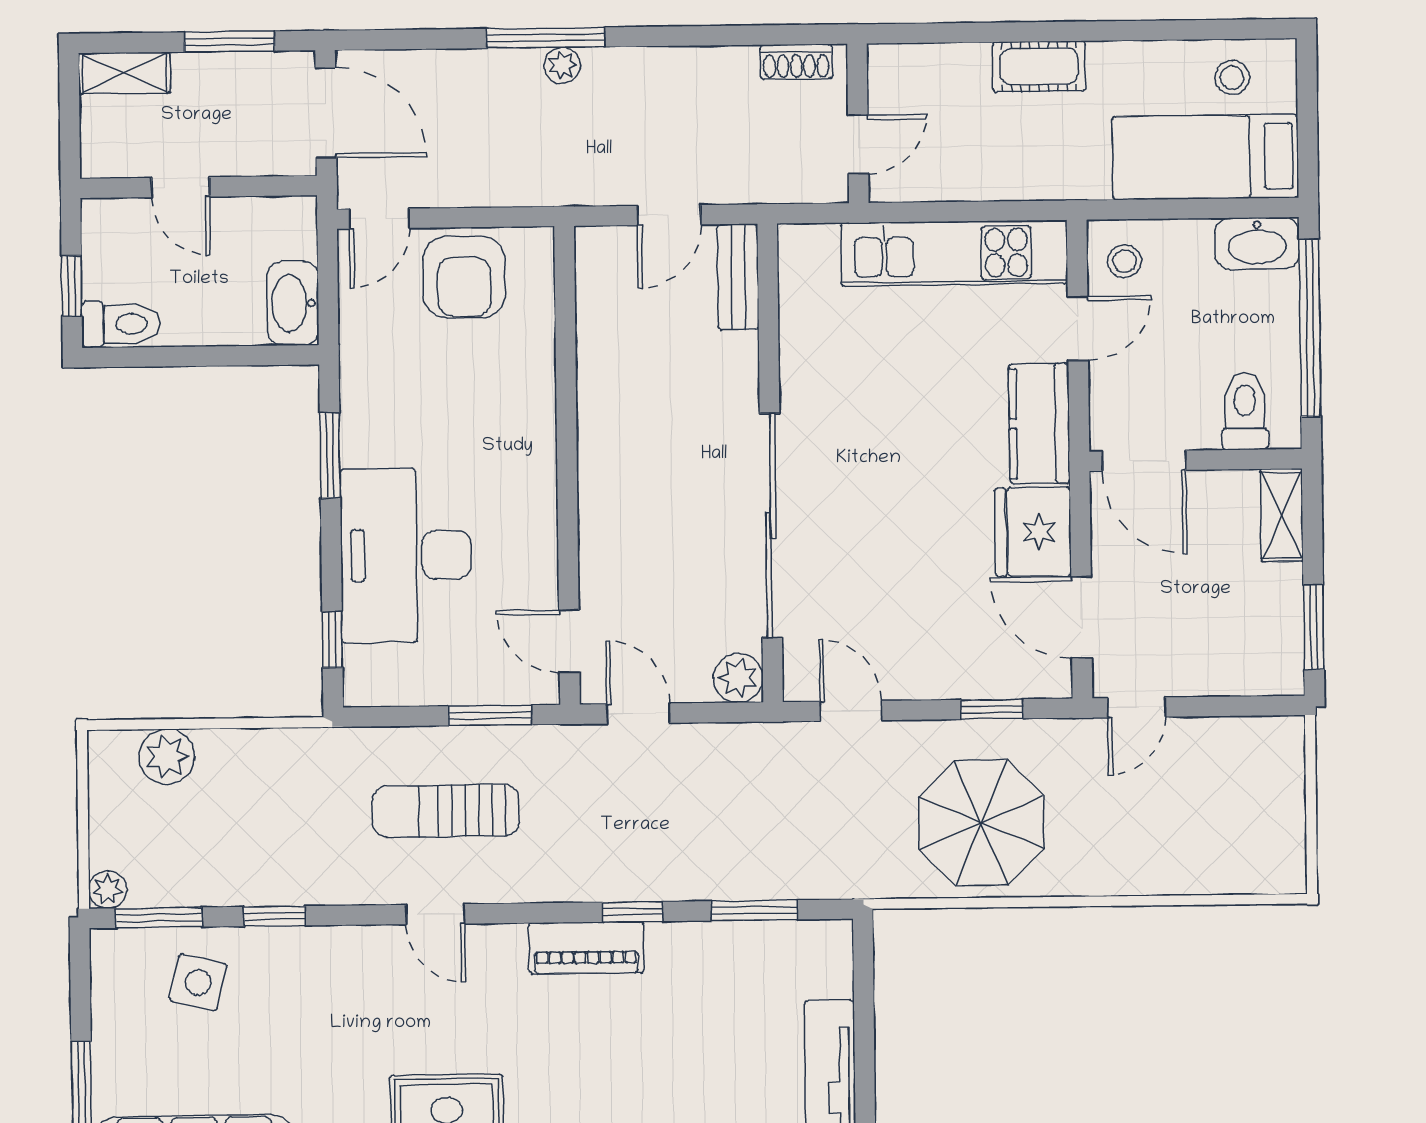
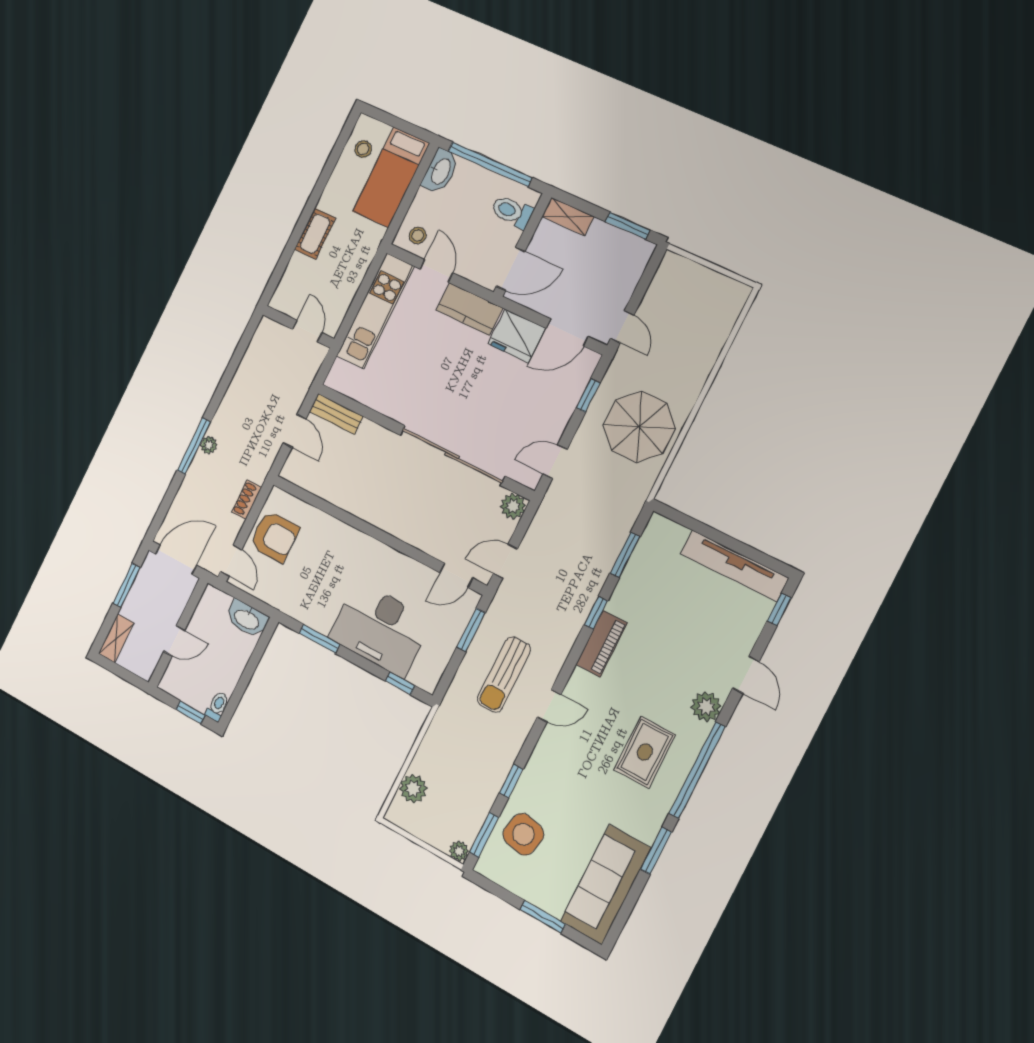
shoe rack: (796, 62) -> (247, 500), moved, turned 180
toilet: (121, 324) -> (217, 706), width x0.73, depth x0.72
side table: (198, 982) -> (523, 834), width x1.37, depth x1.37

